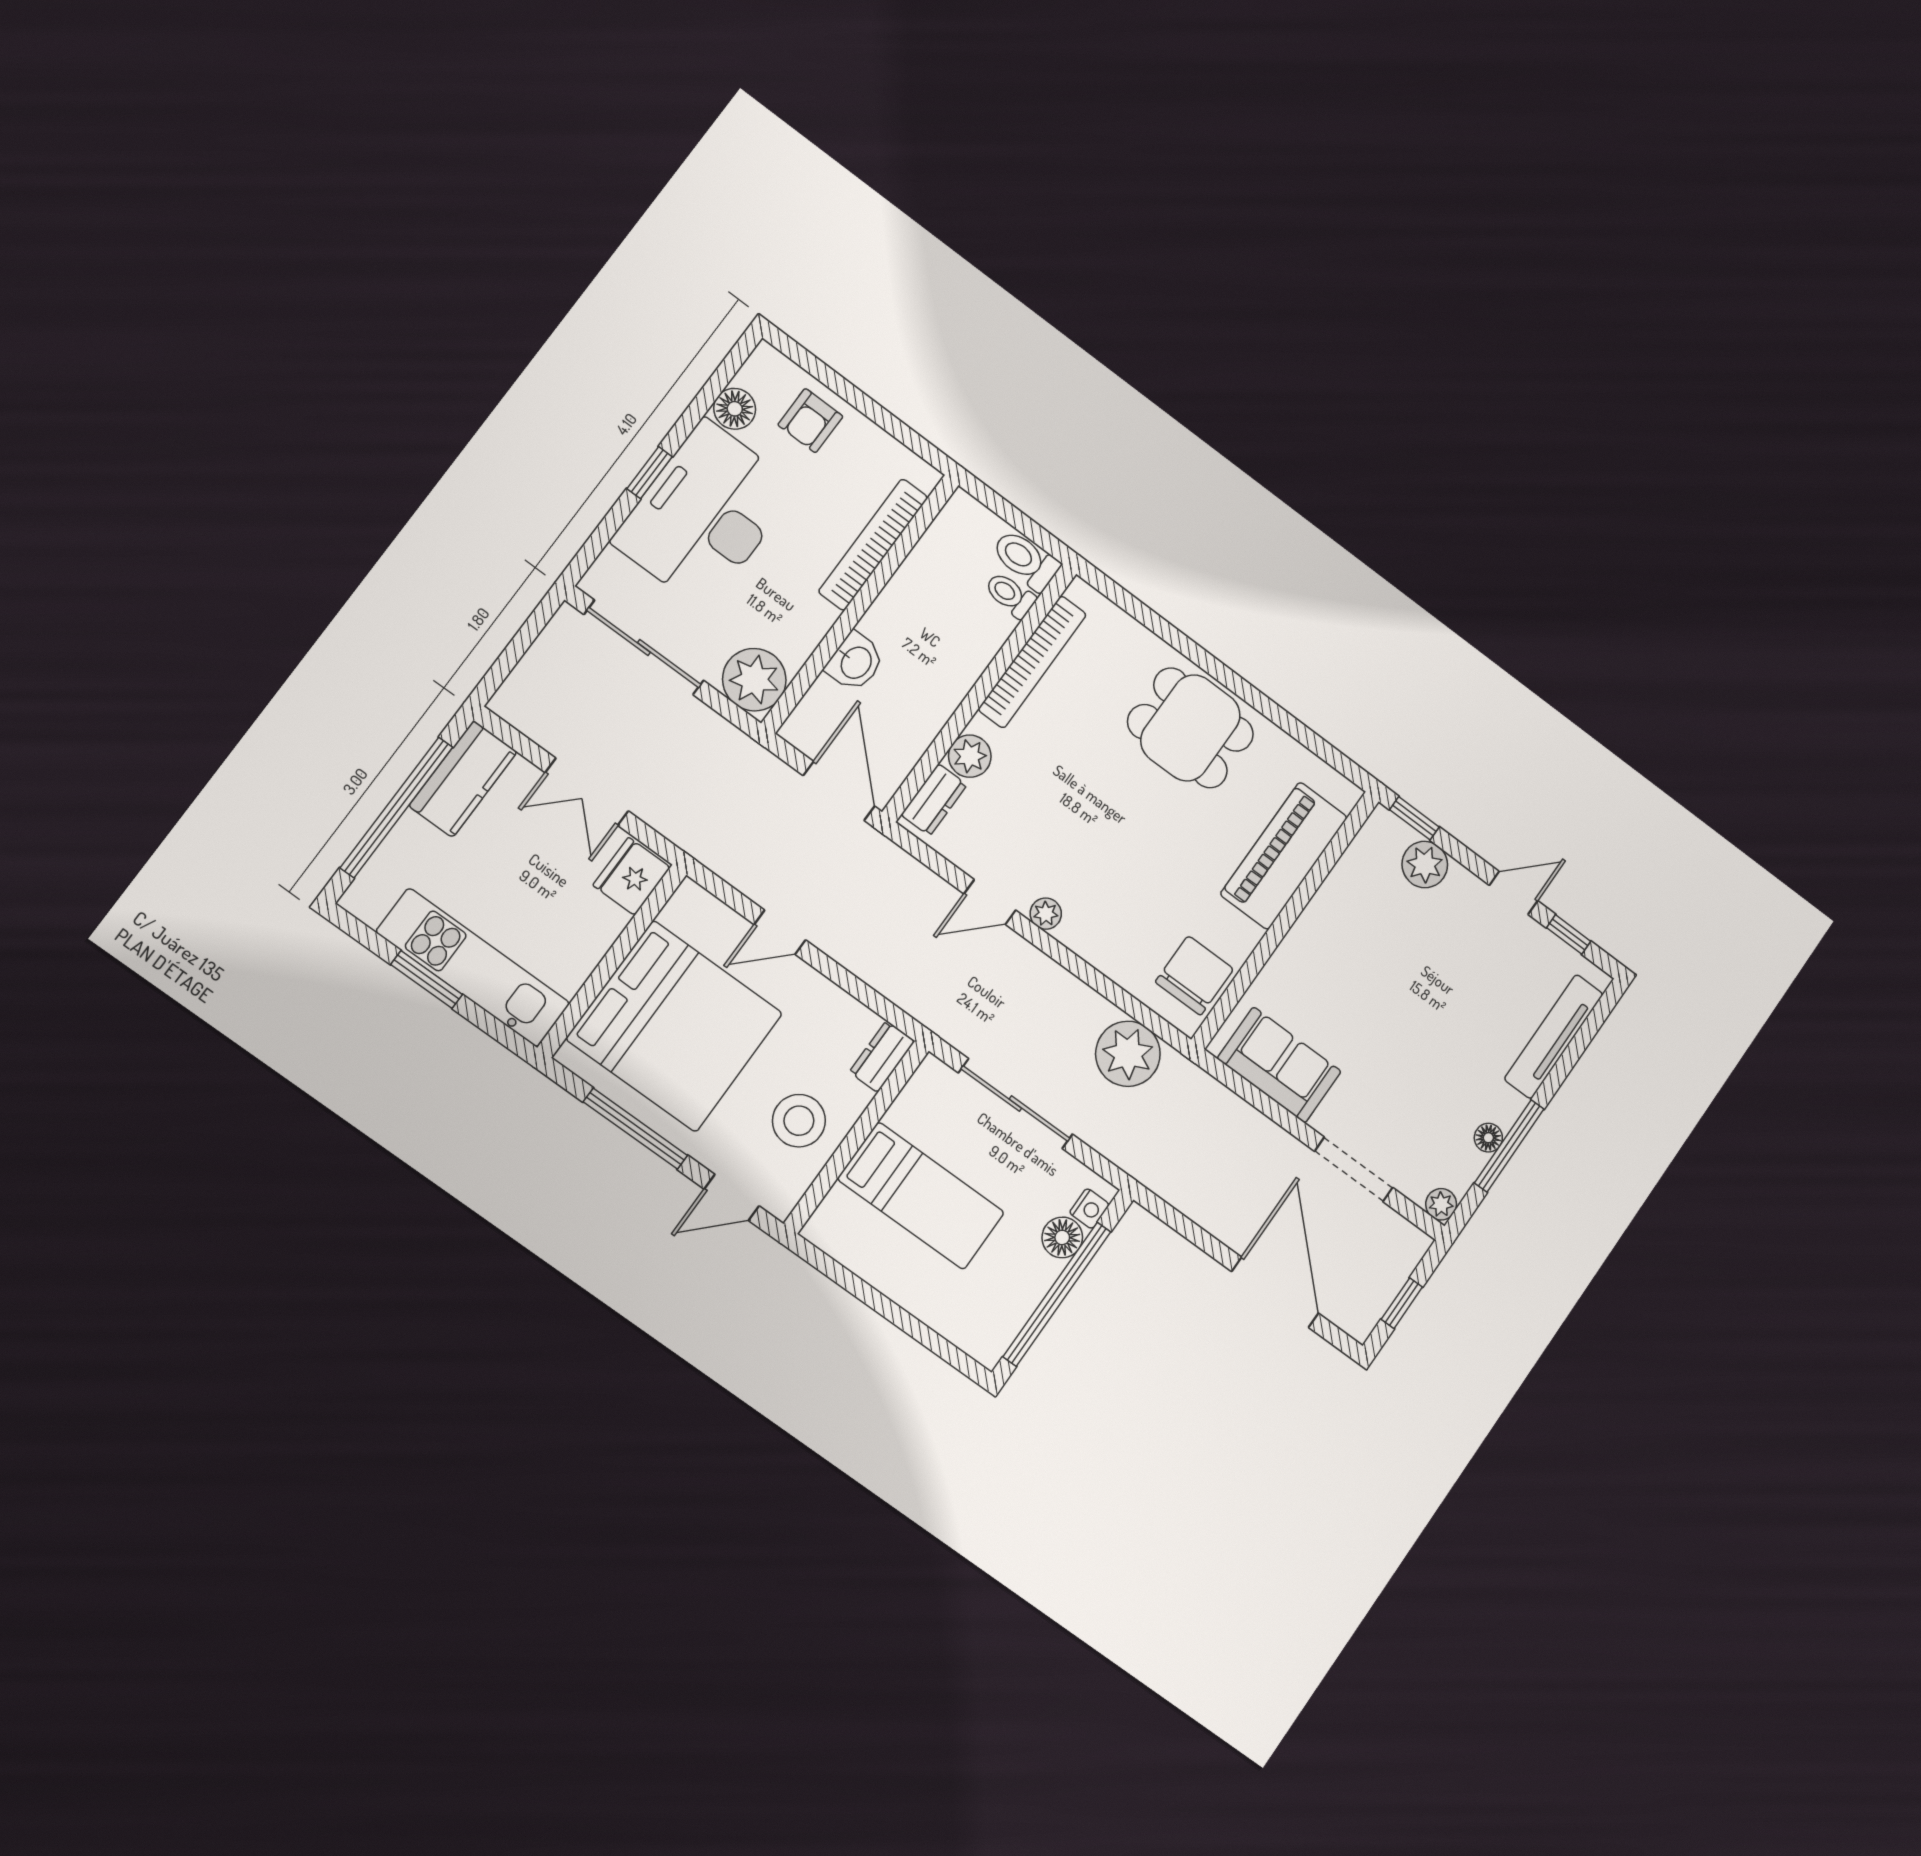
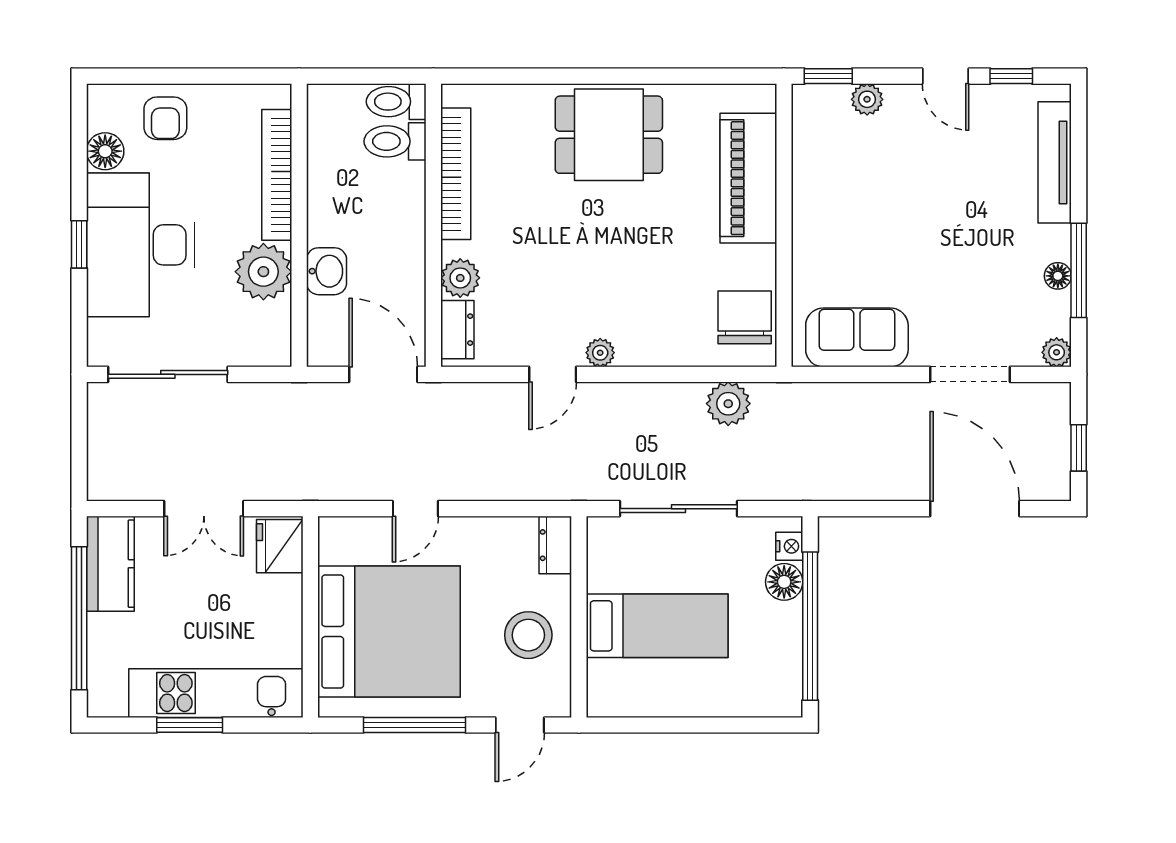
toilet: (1010, 595) -> (395, 141), width x1.37, depth x1.39
plant: (754, 680) -> (263, 272), moved
plant: (1425, 865) -> (867, 99), width x0.73, depth x0.73
door: (1514, 893) -> (946, 76), swing flipped
plant: (1128, 1054) -> (728, 404), width x0.73, depth x0.73

